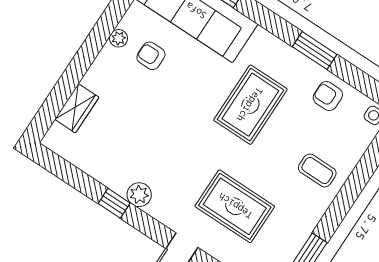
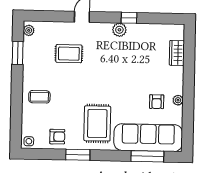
armchair: (151, 56) -> (157, 102), turned 90
rug: (250, 105) -> (97, 123), moved
rug: (235, 206) -> (69, 54), width x0.73, depth x0.70

